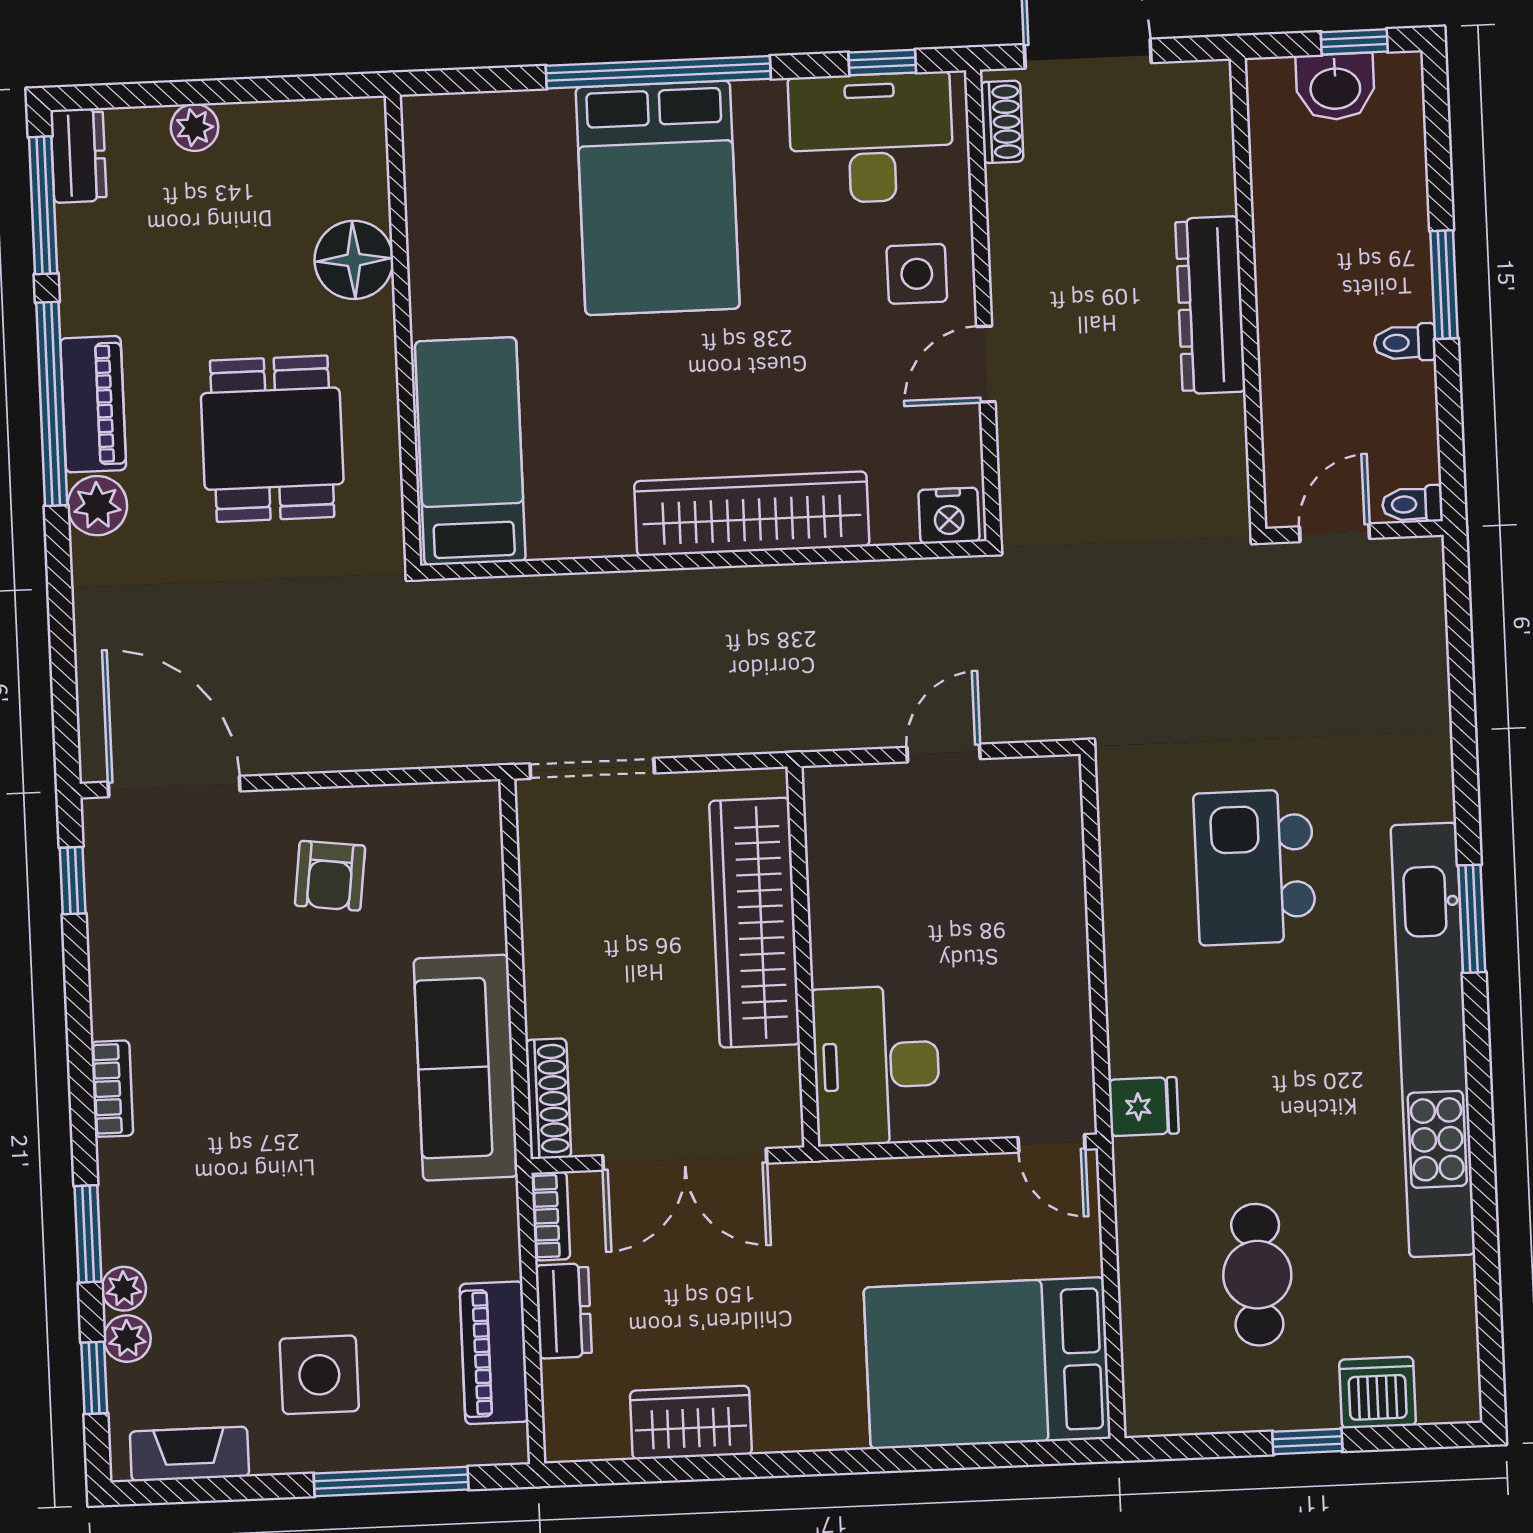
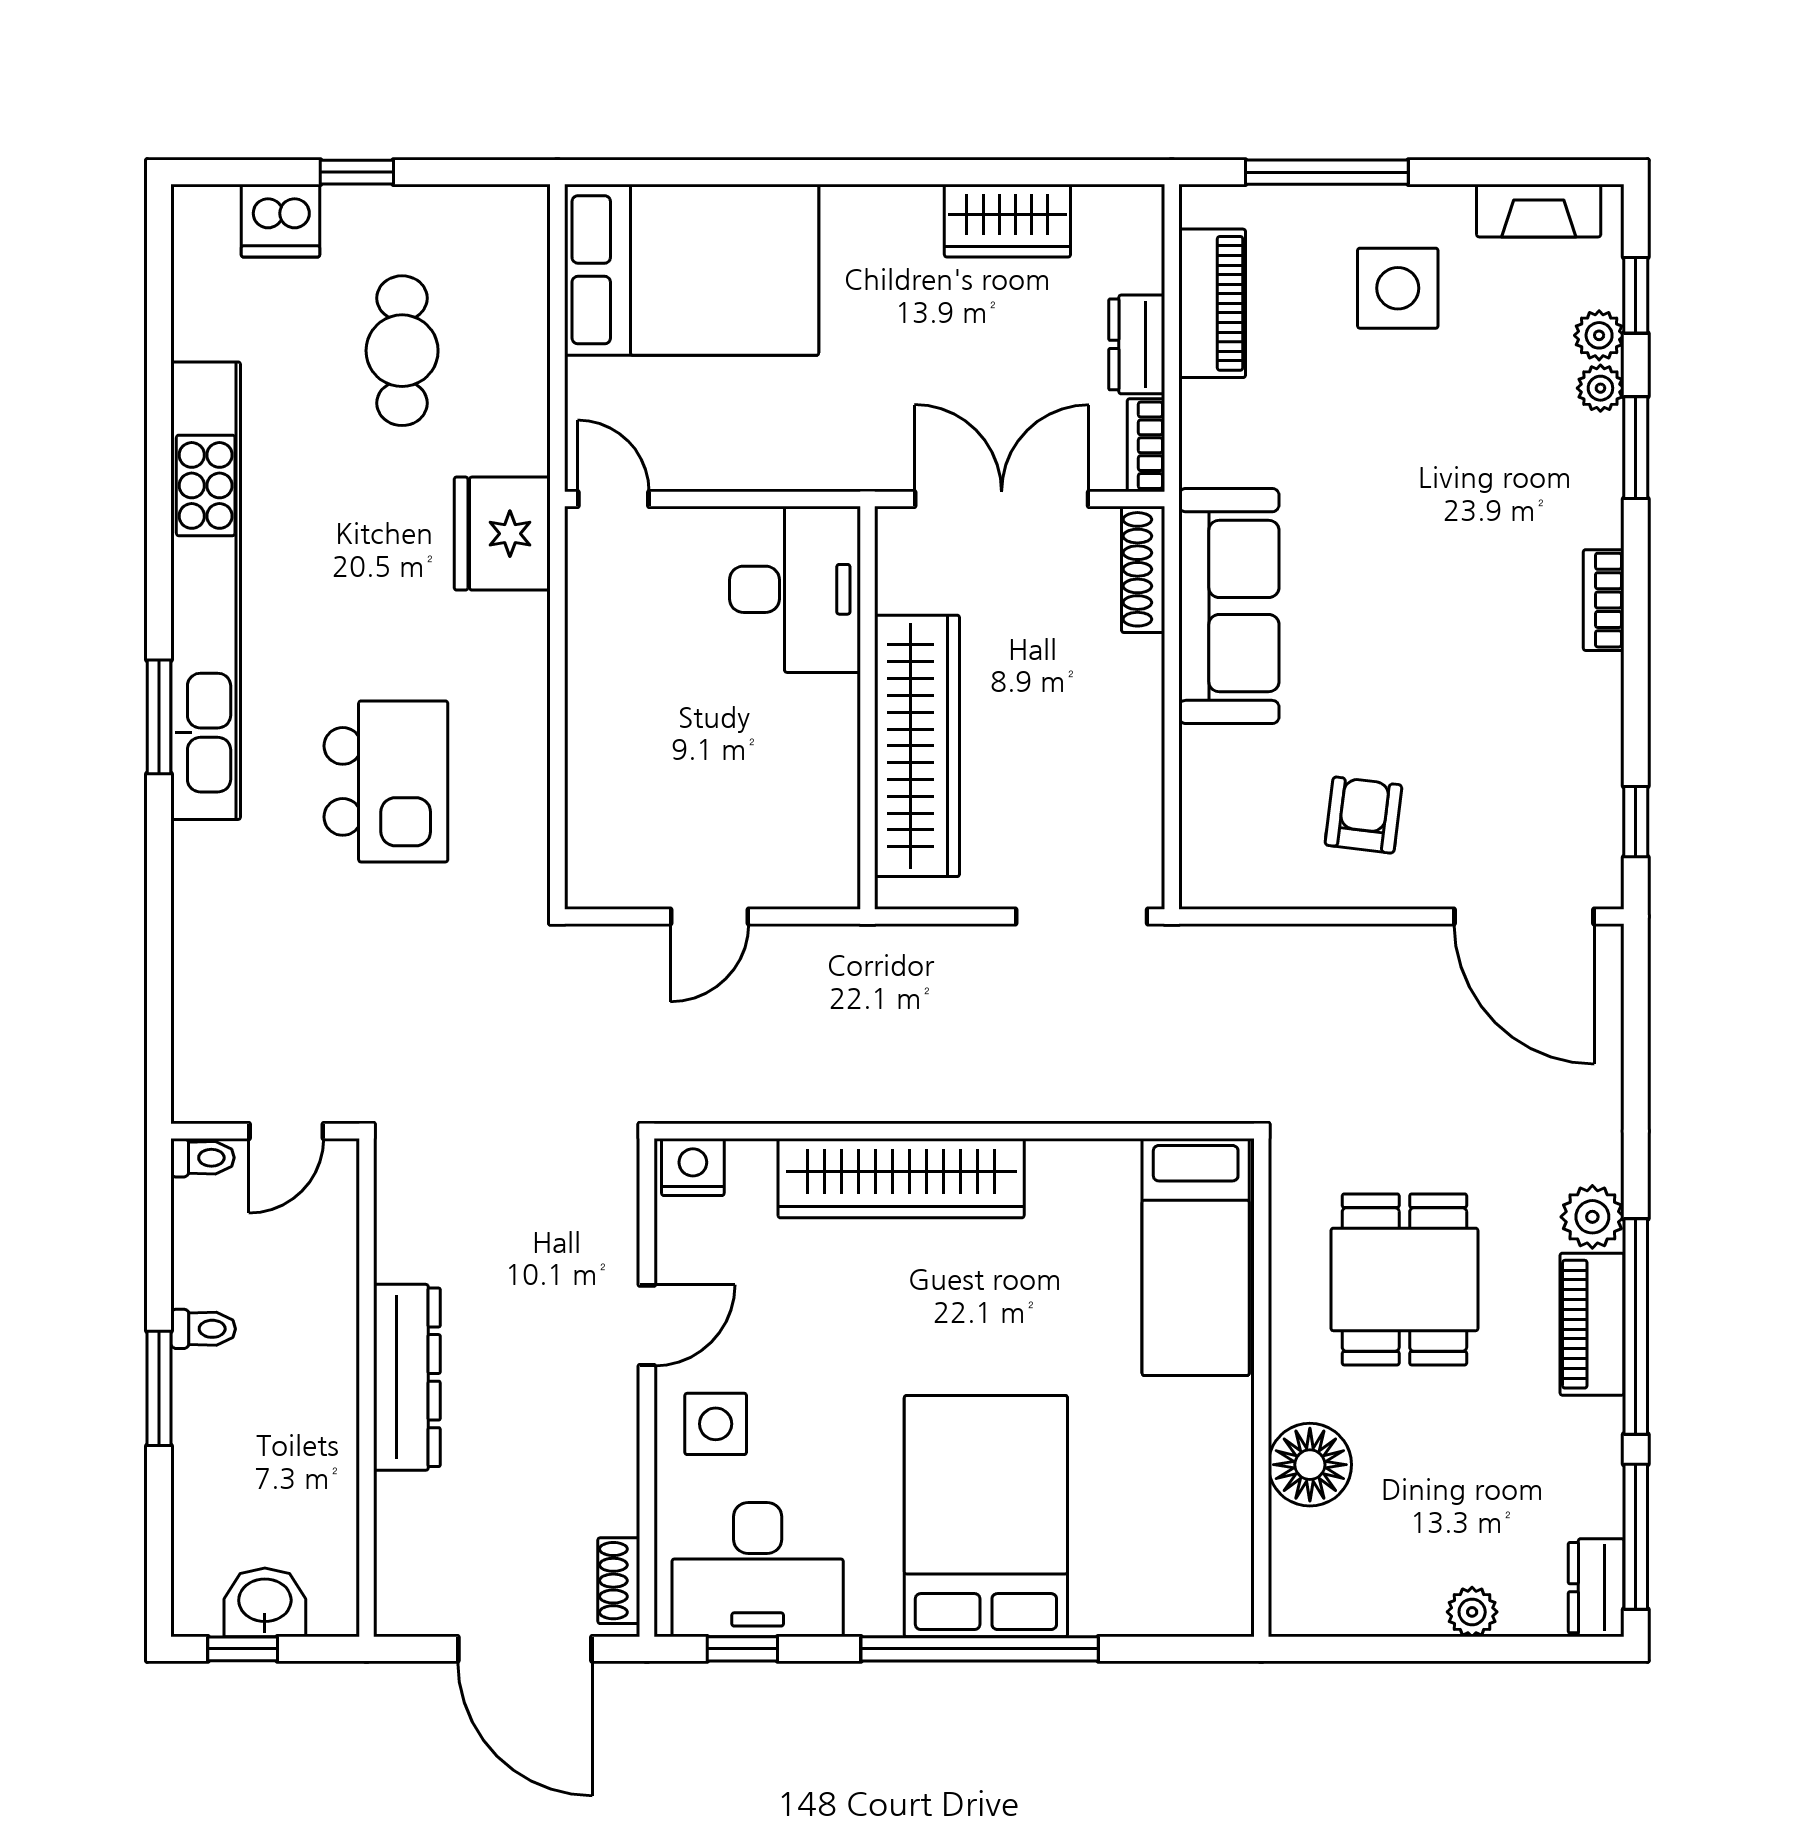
fridge: (1144, 1107) -> (502, 534), width x1.88, depth x1.34

